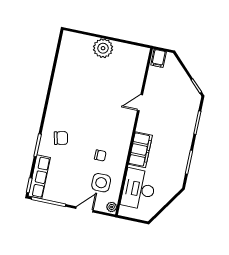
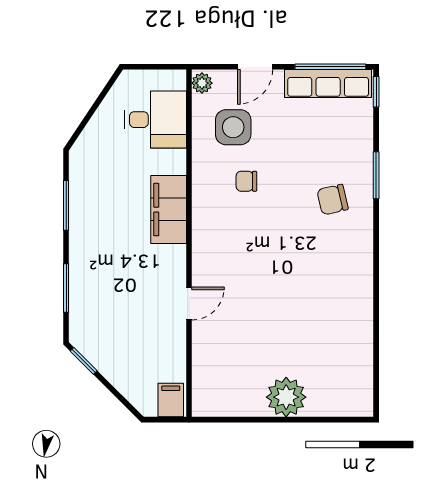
row of seats: (39, 177) -> (328, 84), moved, turned -90
desk: (139, 189) -> (155, 120), width x0.73

